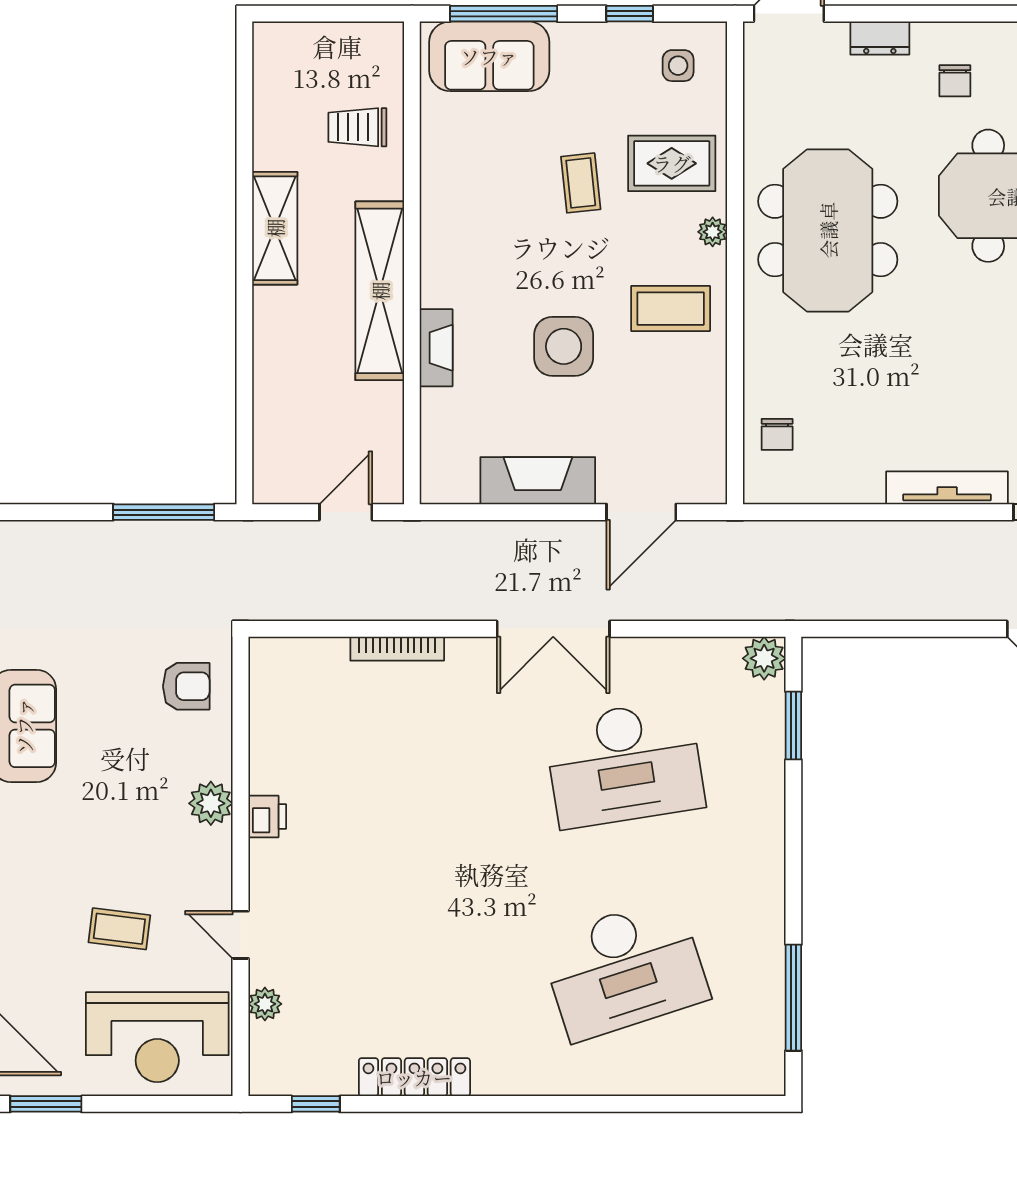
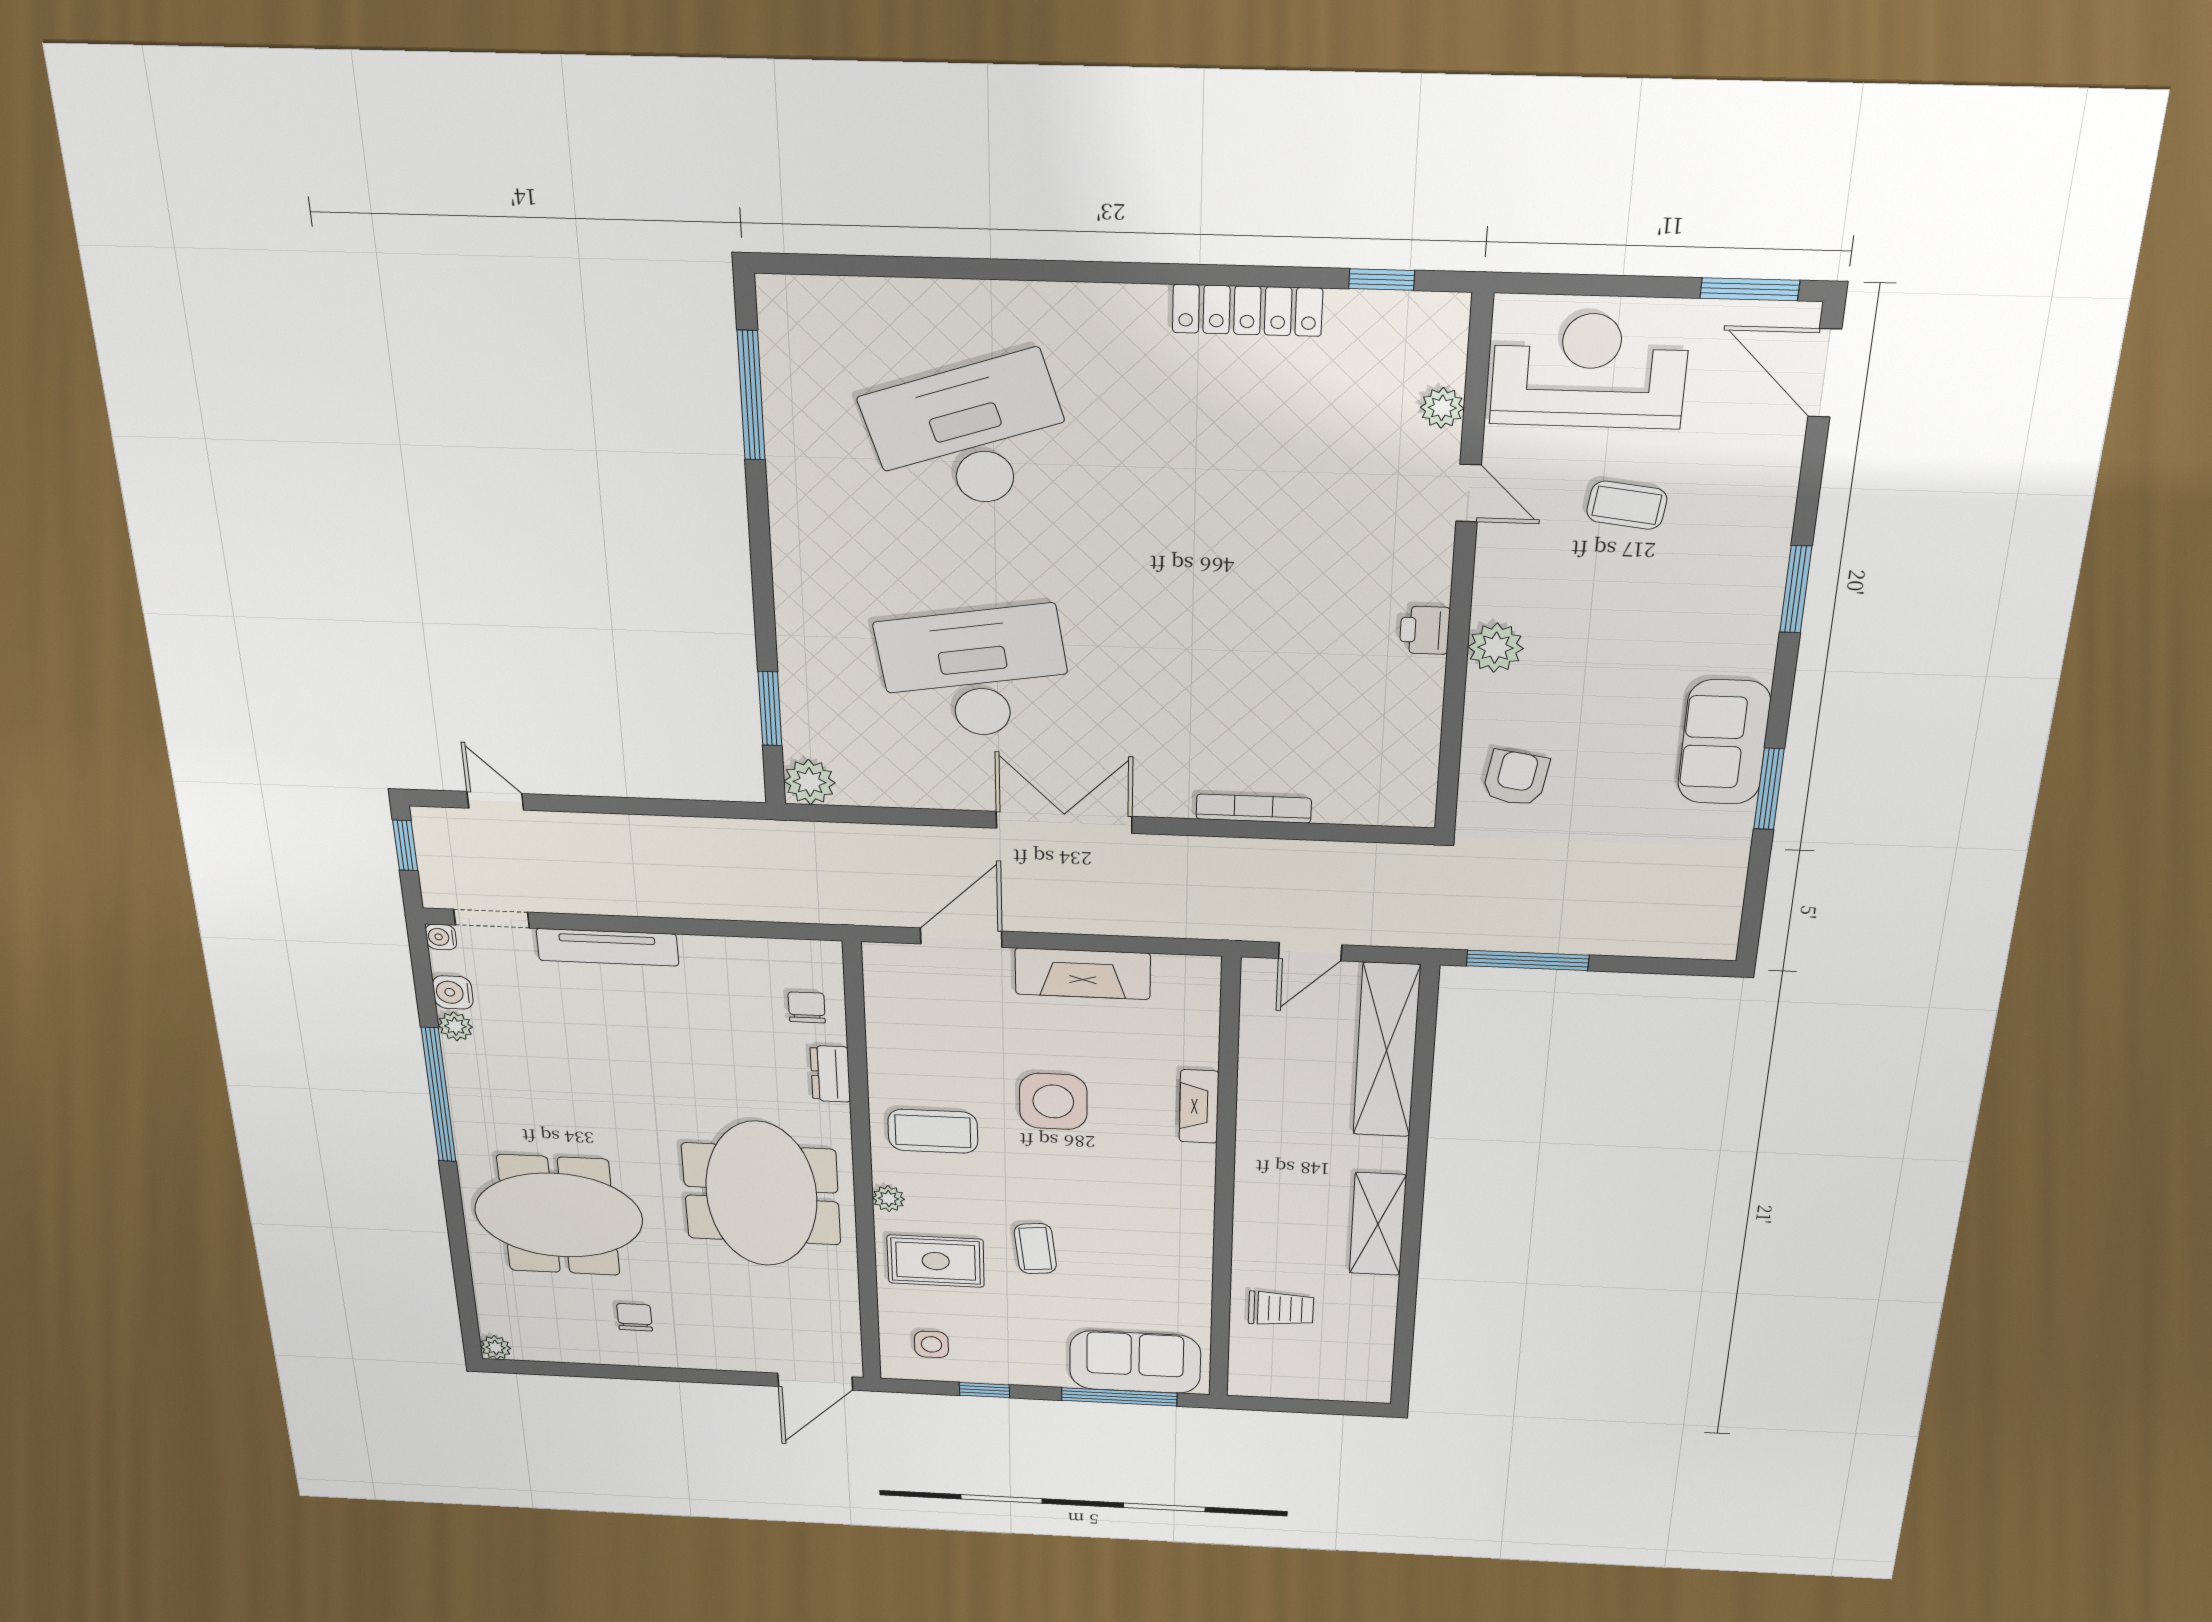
dresser: (880, 38) -> (830, 1074), moved, turned -90
shelving: (380, 291) -> (1387, 1051), moved
armchair: (186, 686) -> (1516, 778), turned 99

